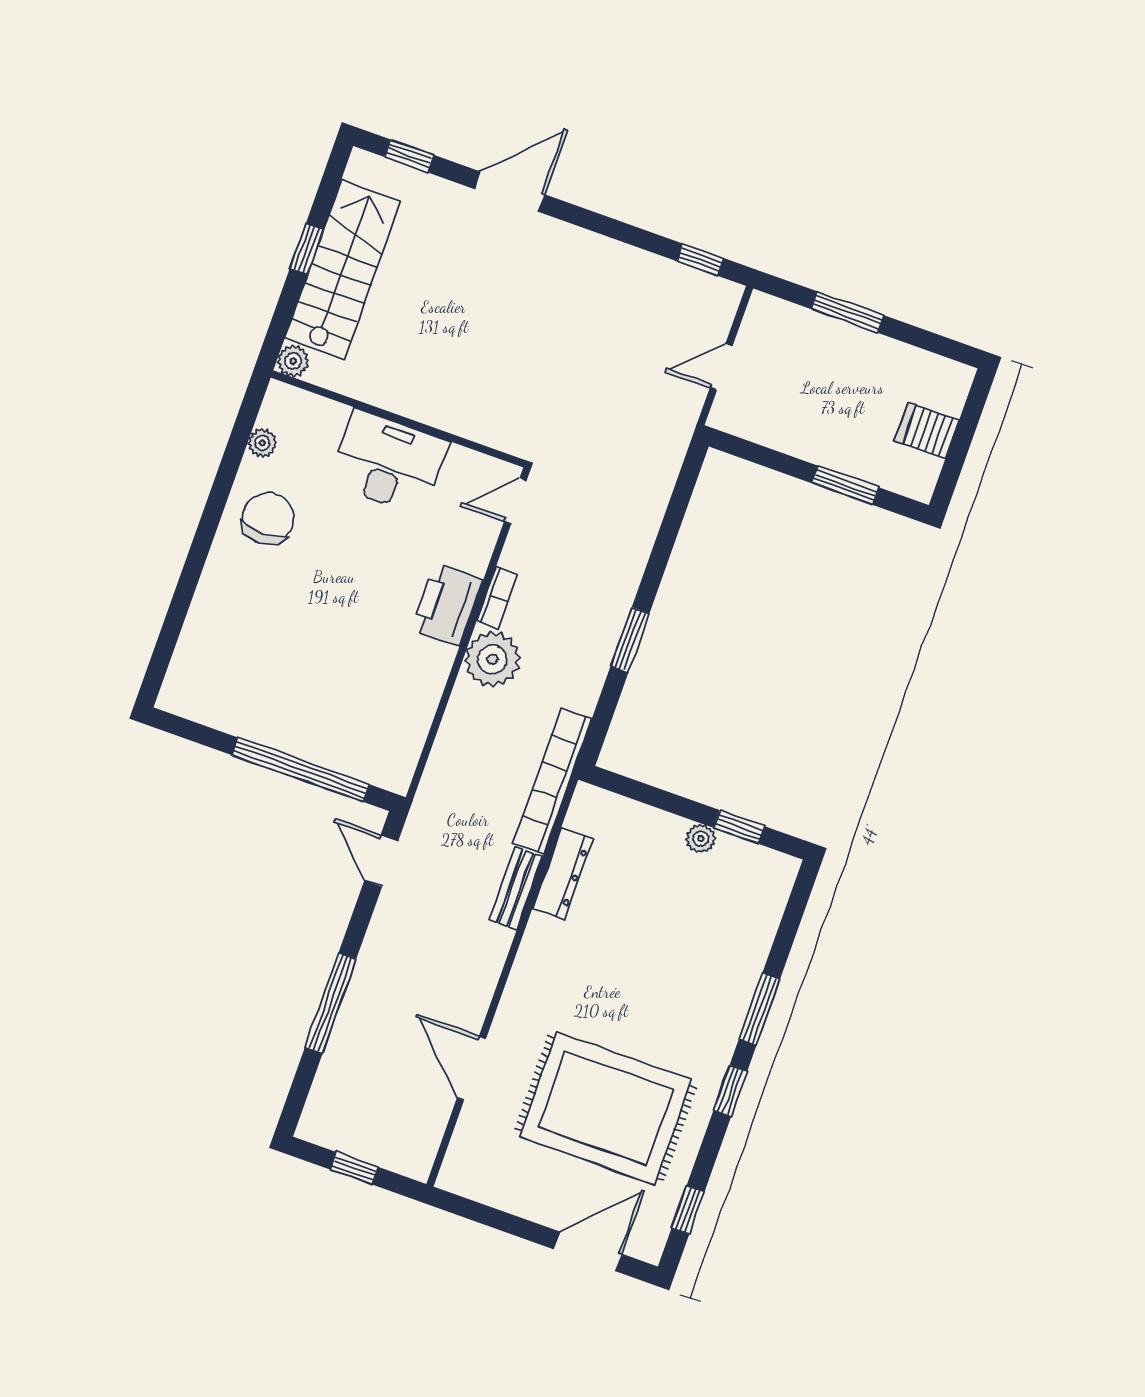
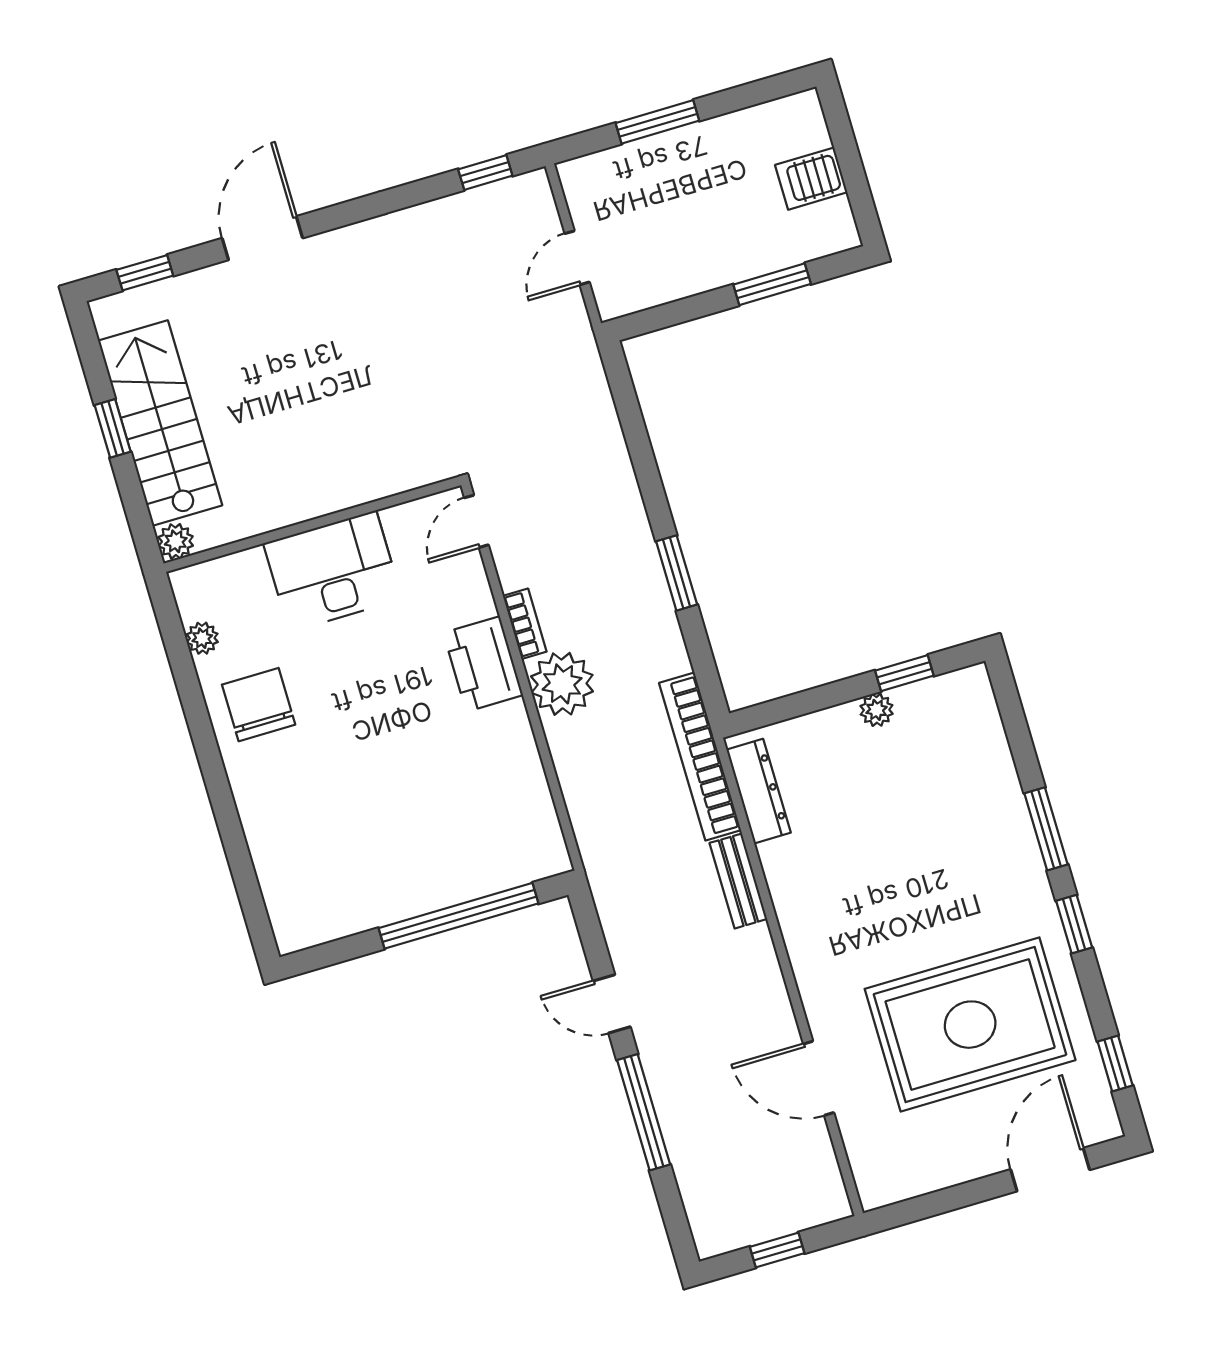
door: (381, 861) -> (612, 1004), moved
dresser: (563, 873) -> (759, 791), moved

